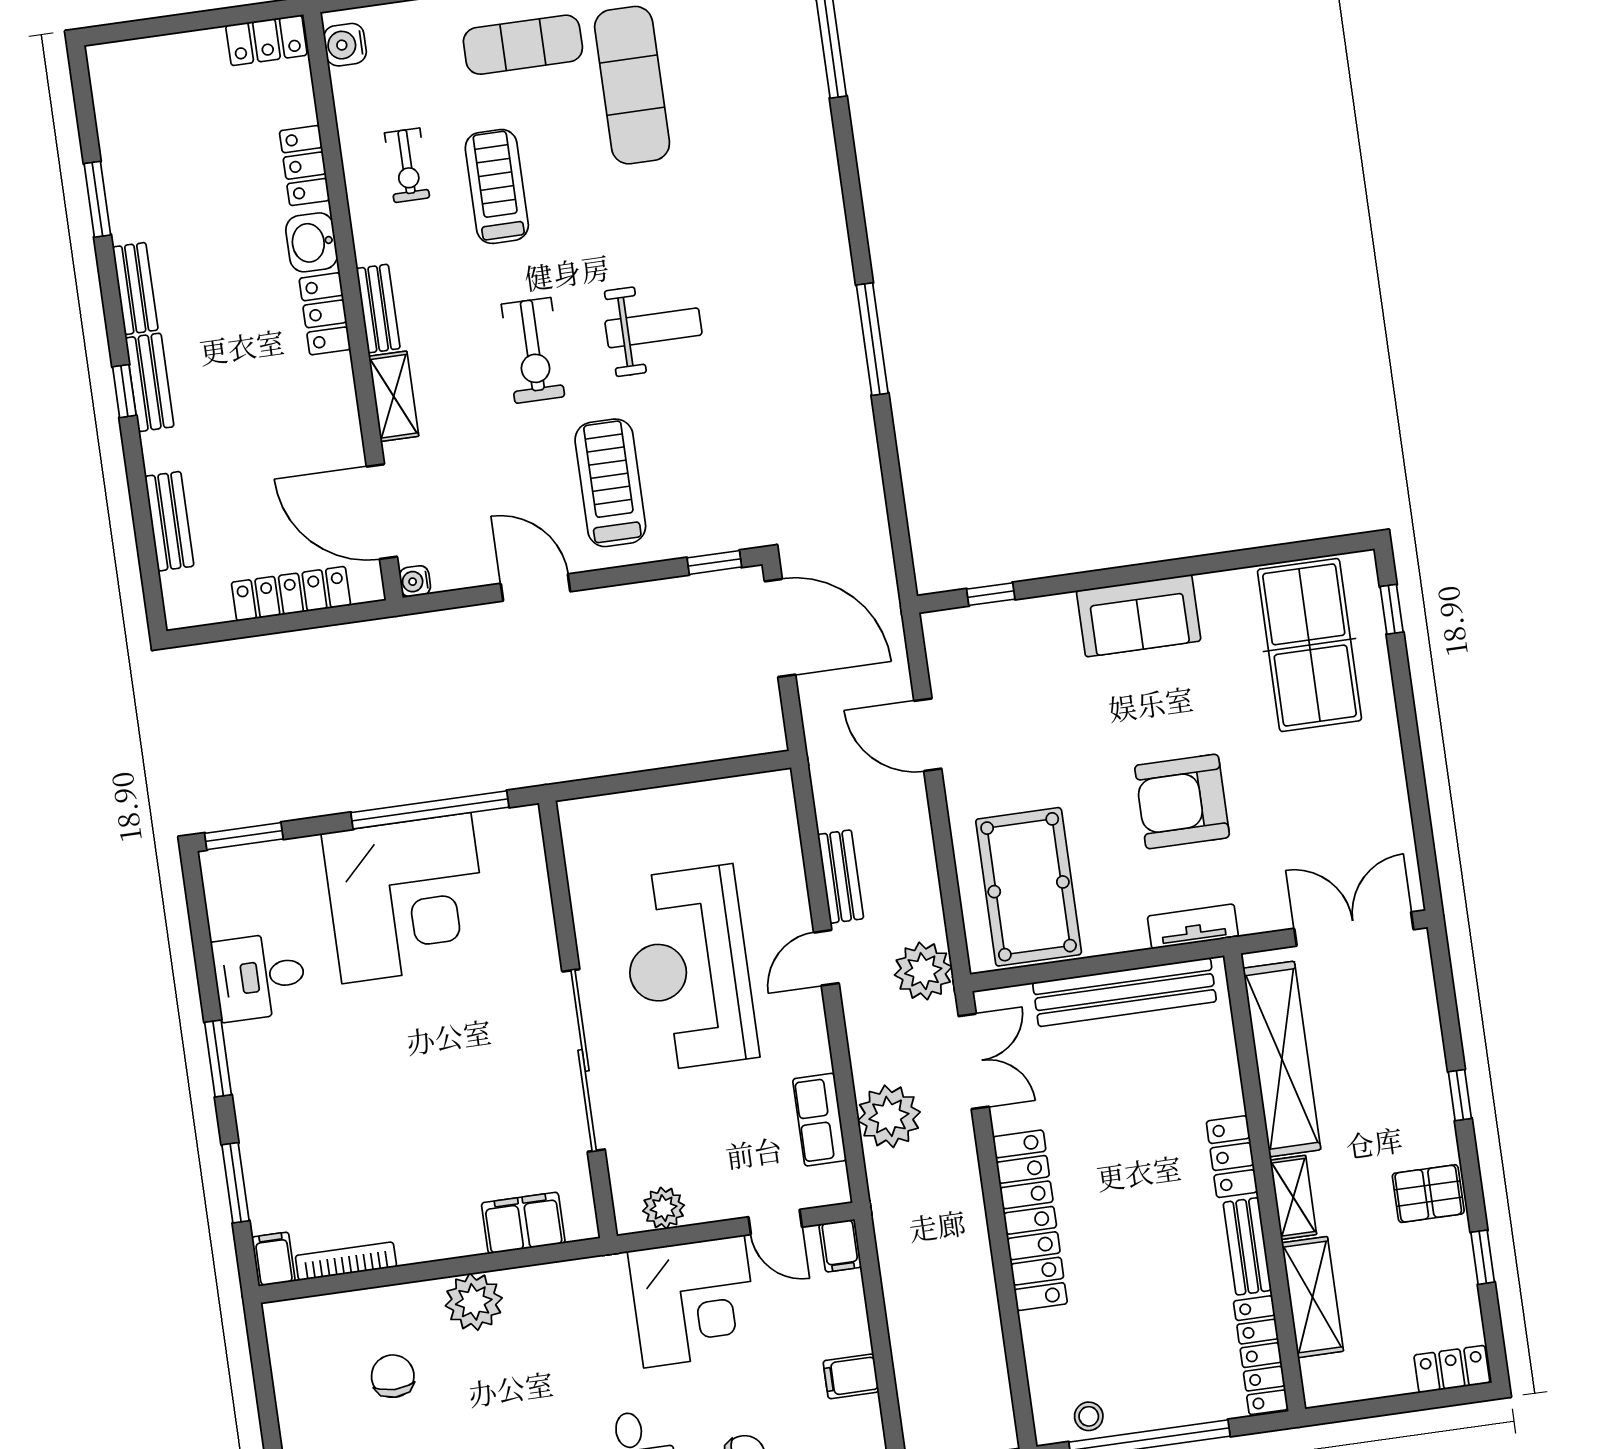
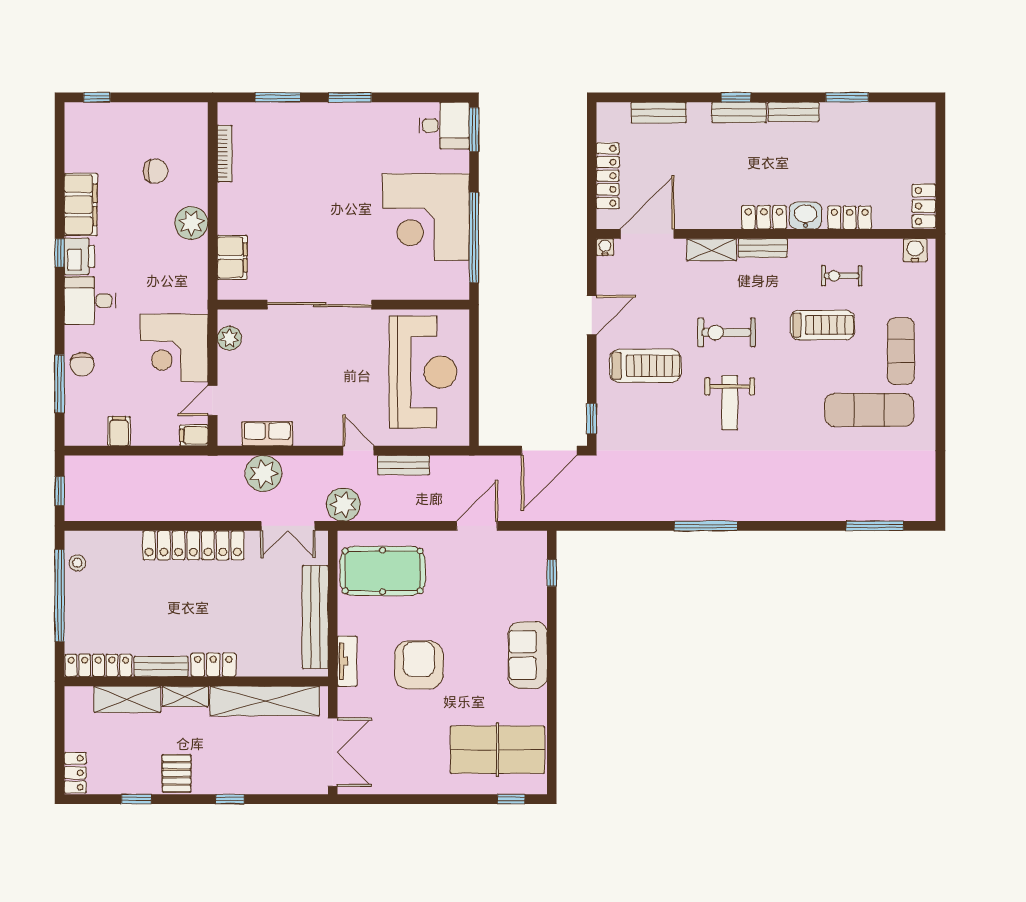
reception desk: (688, 968) -> (423, 372), moved, turned 90
desk: (259, 977) -> (444, 125), moved, turned 90
filing cabinet: (273, 1259) -> (232, 113), removed

